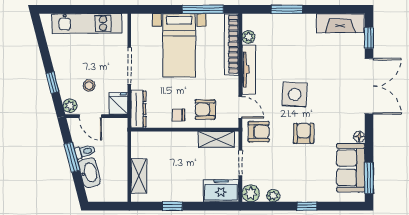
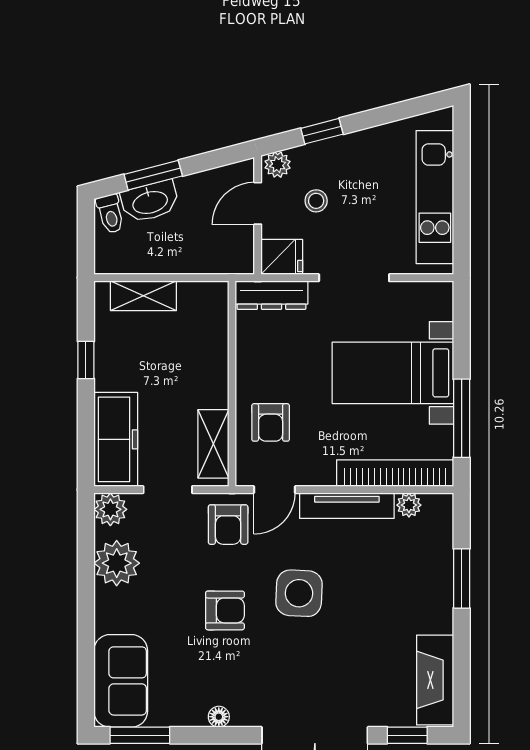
armchair: (205, 109) -> (271, 422), turned 180
chair: (179, 115) -> (260, 372), removed
toilet: (85, 151) -> (110, 214), moved
window: (72, 157) -> (153, 175), moved
sofa: (351, 168) -> (121, 681), moved, turned 90
freezer: (221, 191) -> (116, 439), width x1.40
plant: (273, 196) -> (117, 563), width x1.88, depth x1.88
window: (307, 206) -> (86, 617), removed

